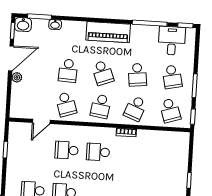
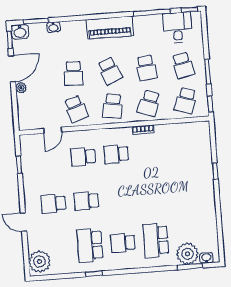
school desk: (170, 110) -> (186, 101), turned 36

